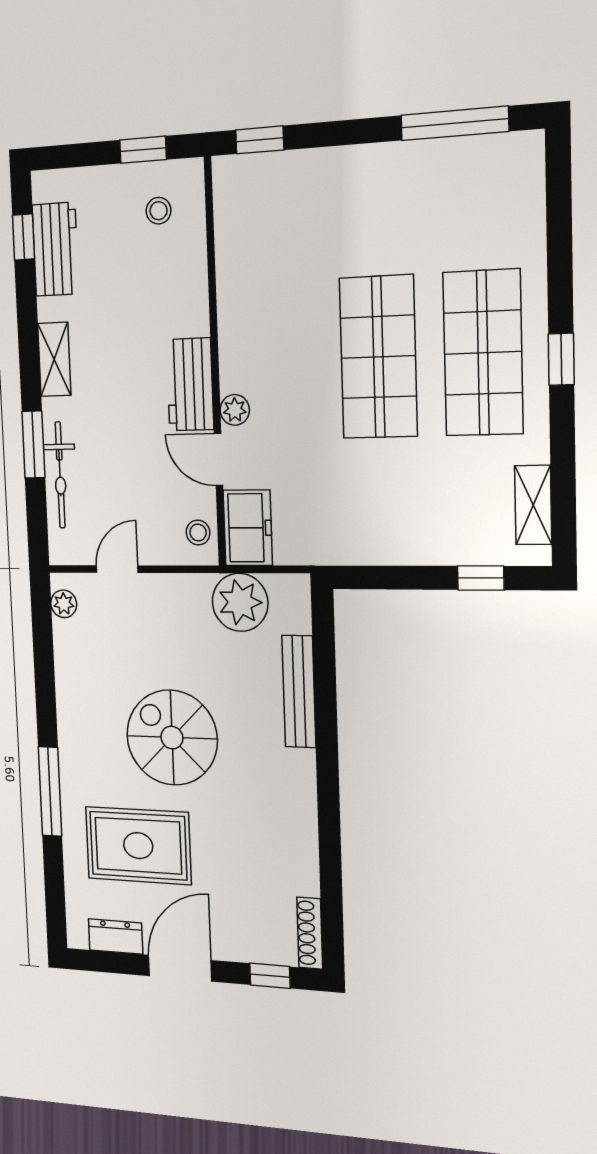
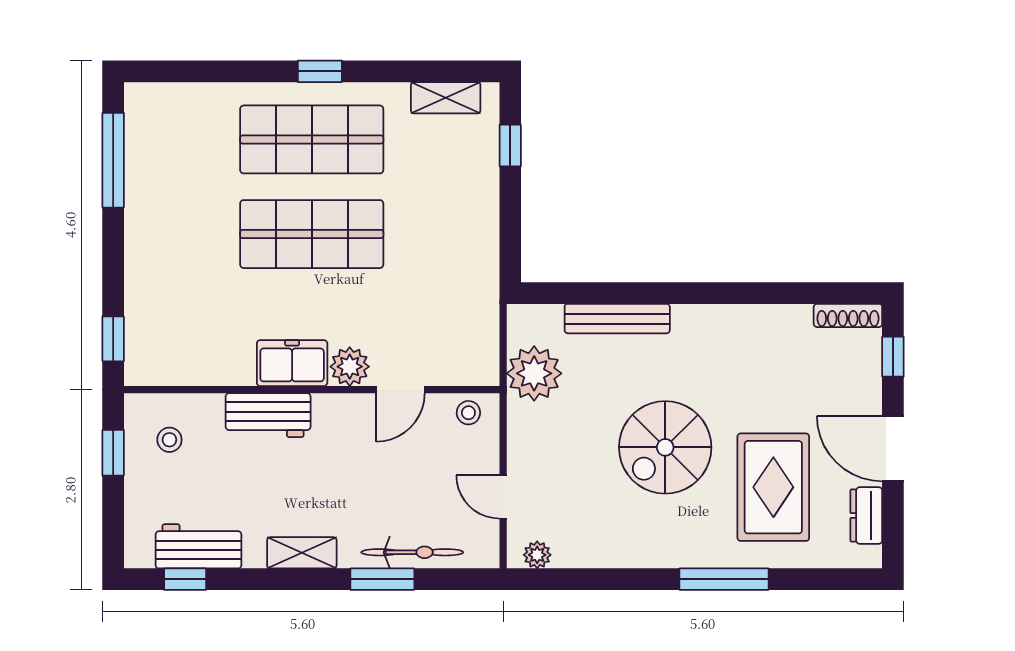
workbench: (190, 384) -> (268, 415), moved
plant: (235, 410) -> (350, 367), width x1.38, depth x1.38
freezer: (248, 528) -> (292, 363), moved

